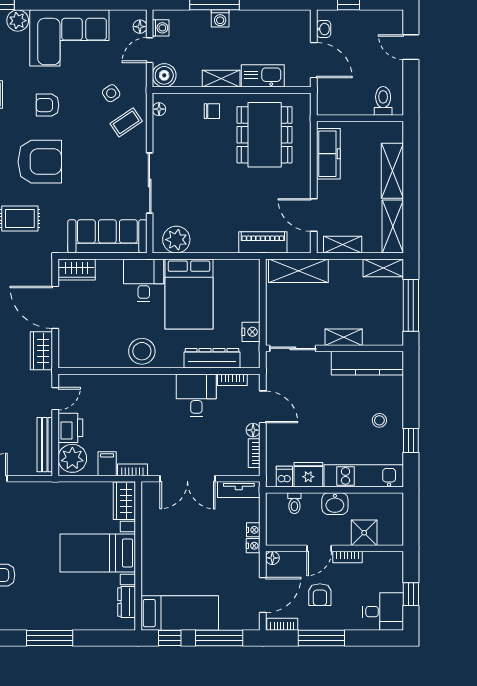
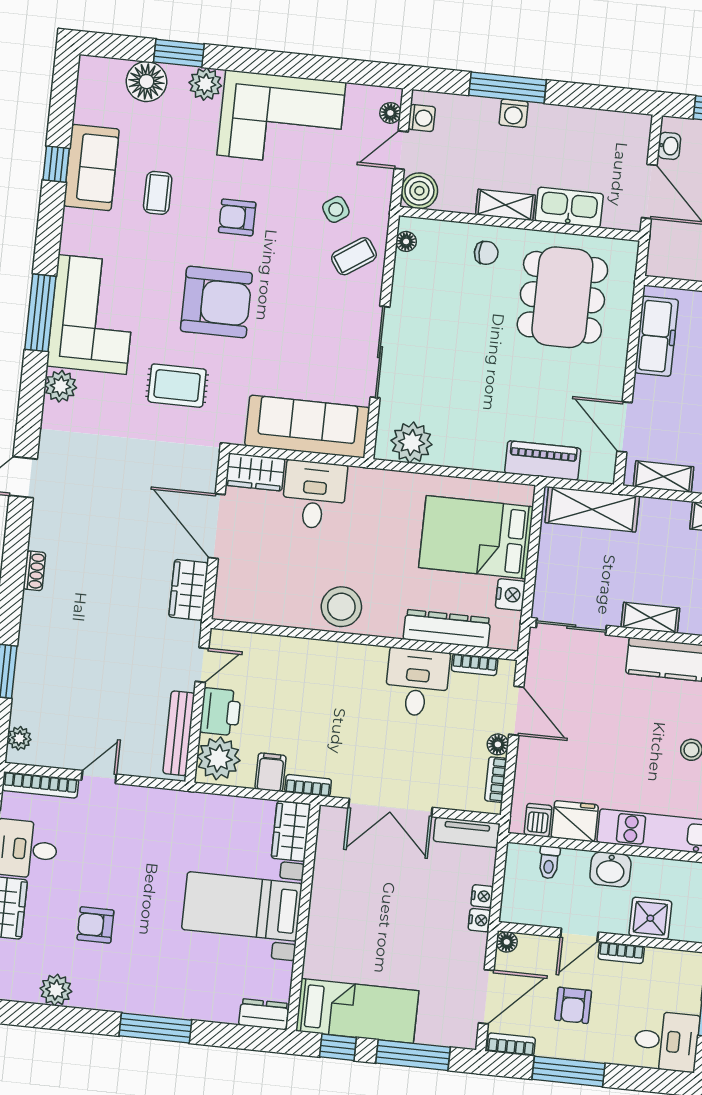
desk: (144, 280) -> (314, 495), moved
bed: (189, 294) -> (476, 537), moved, turned 90
dresser: (127, 602) -> (264, 1014), moved, turned 90

